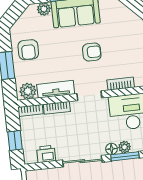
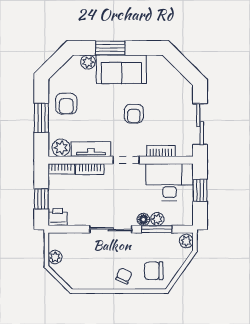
armchair: (92, 52) -> (134, 114), turned 90
printer: (46, 154) -> (58, 217), moved

